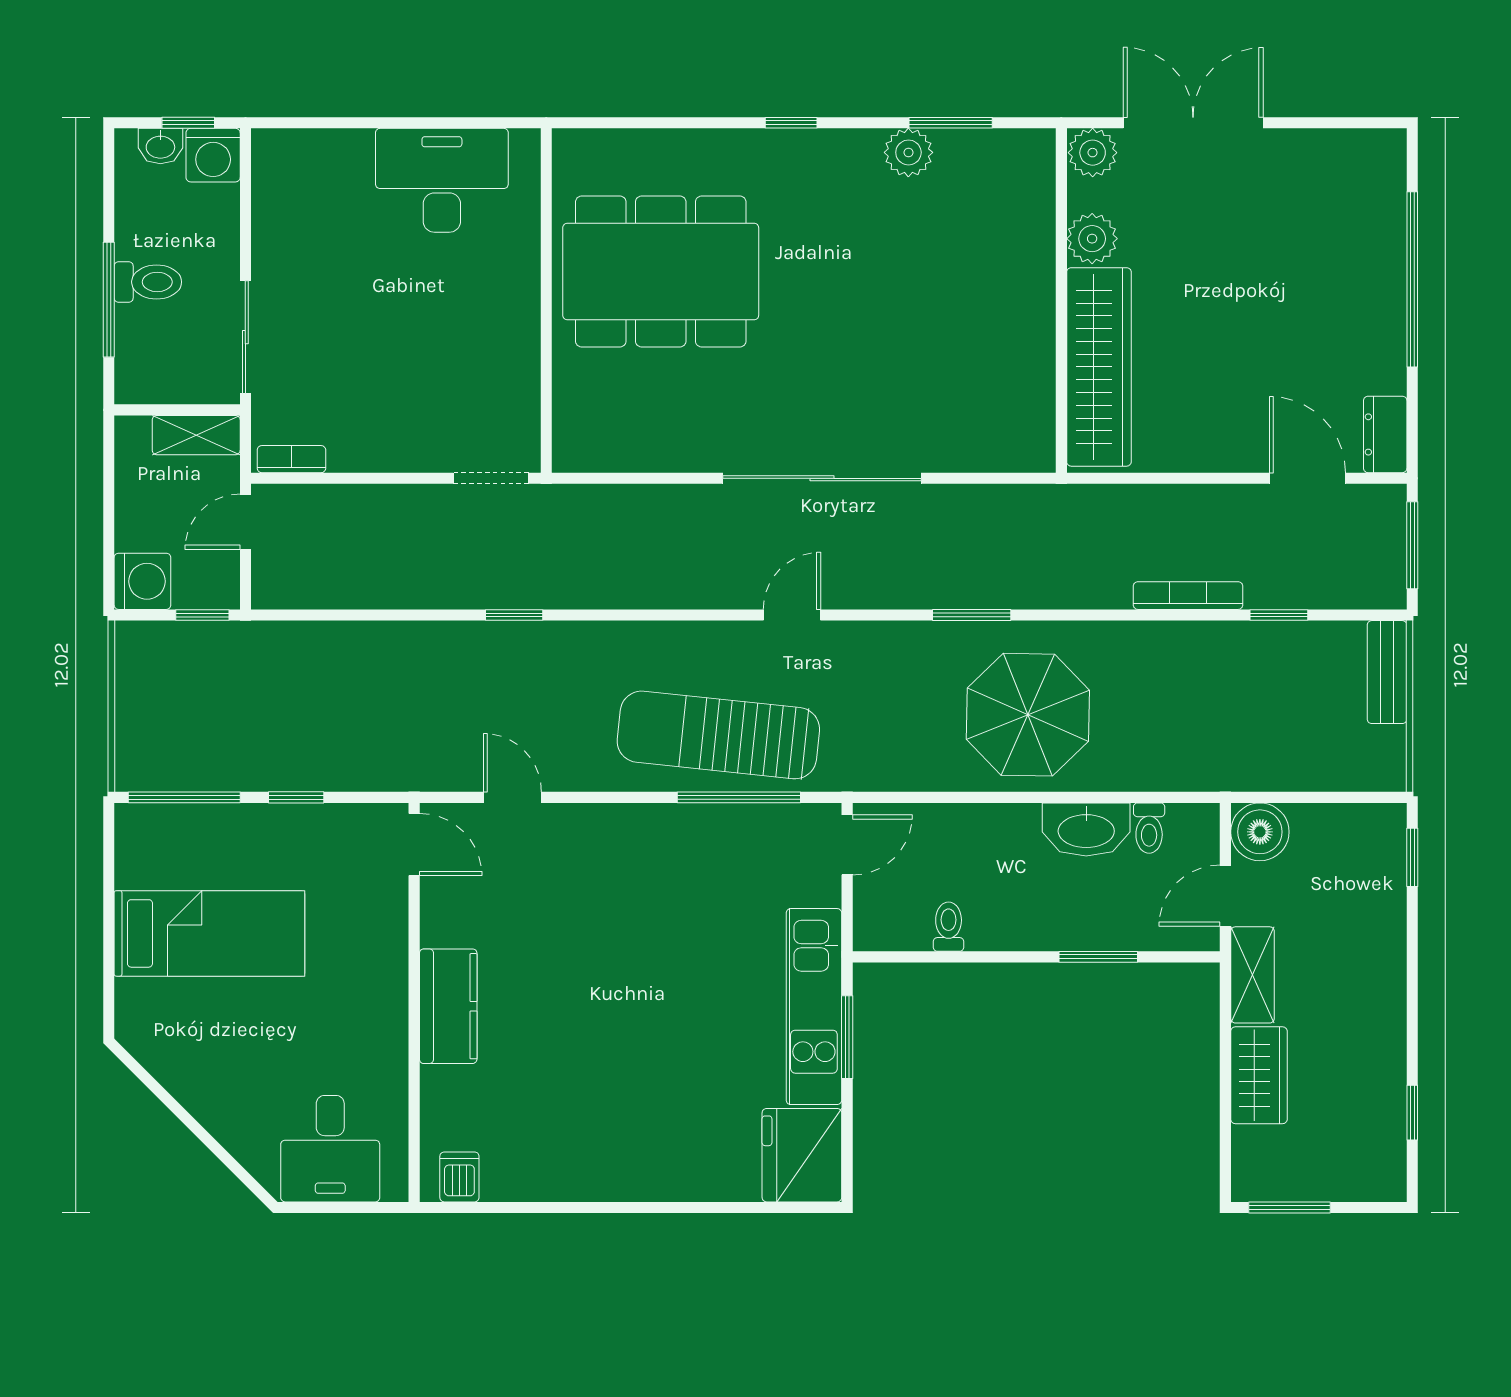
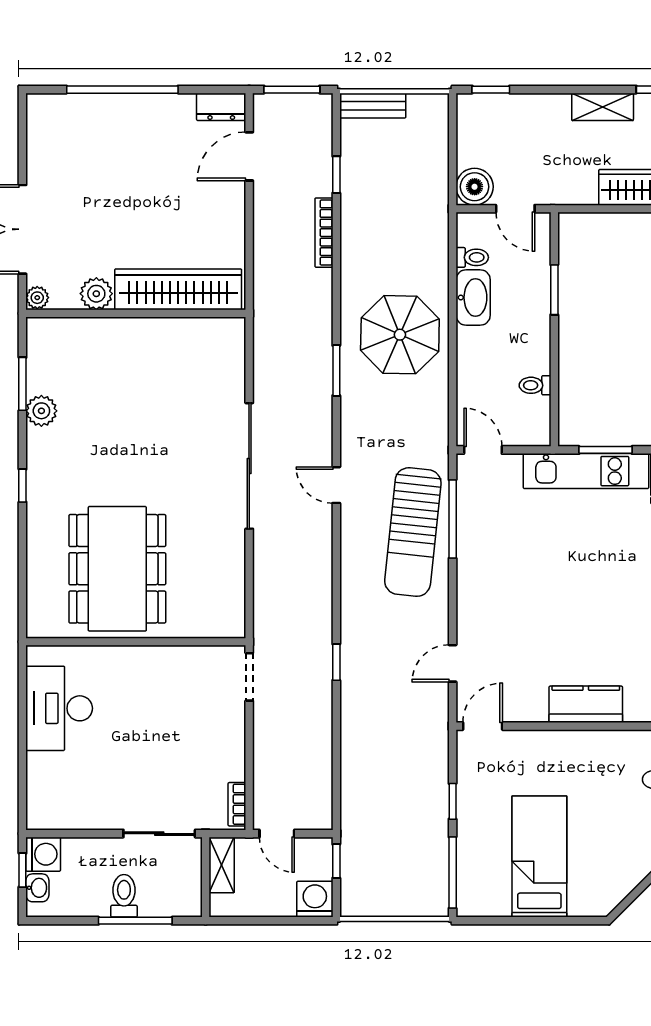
plant: (1093, 153) -> (37, 298), width x0.73, depth x0.73
shelving: (1253, 975) -> (603, 107), moved

